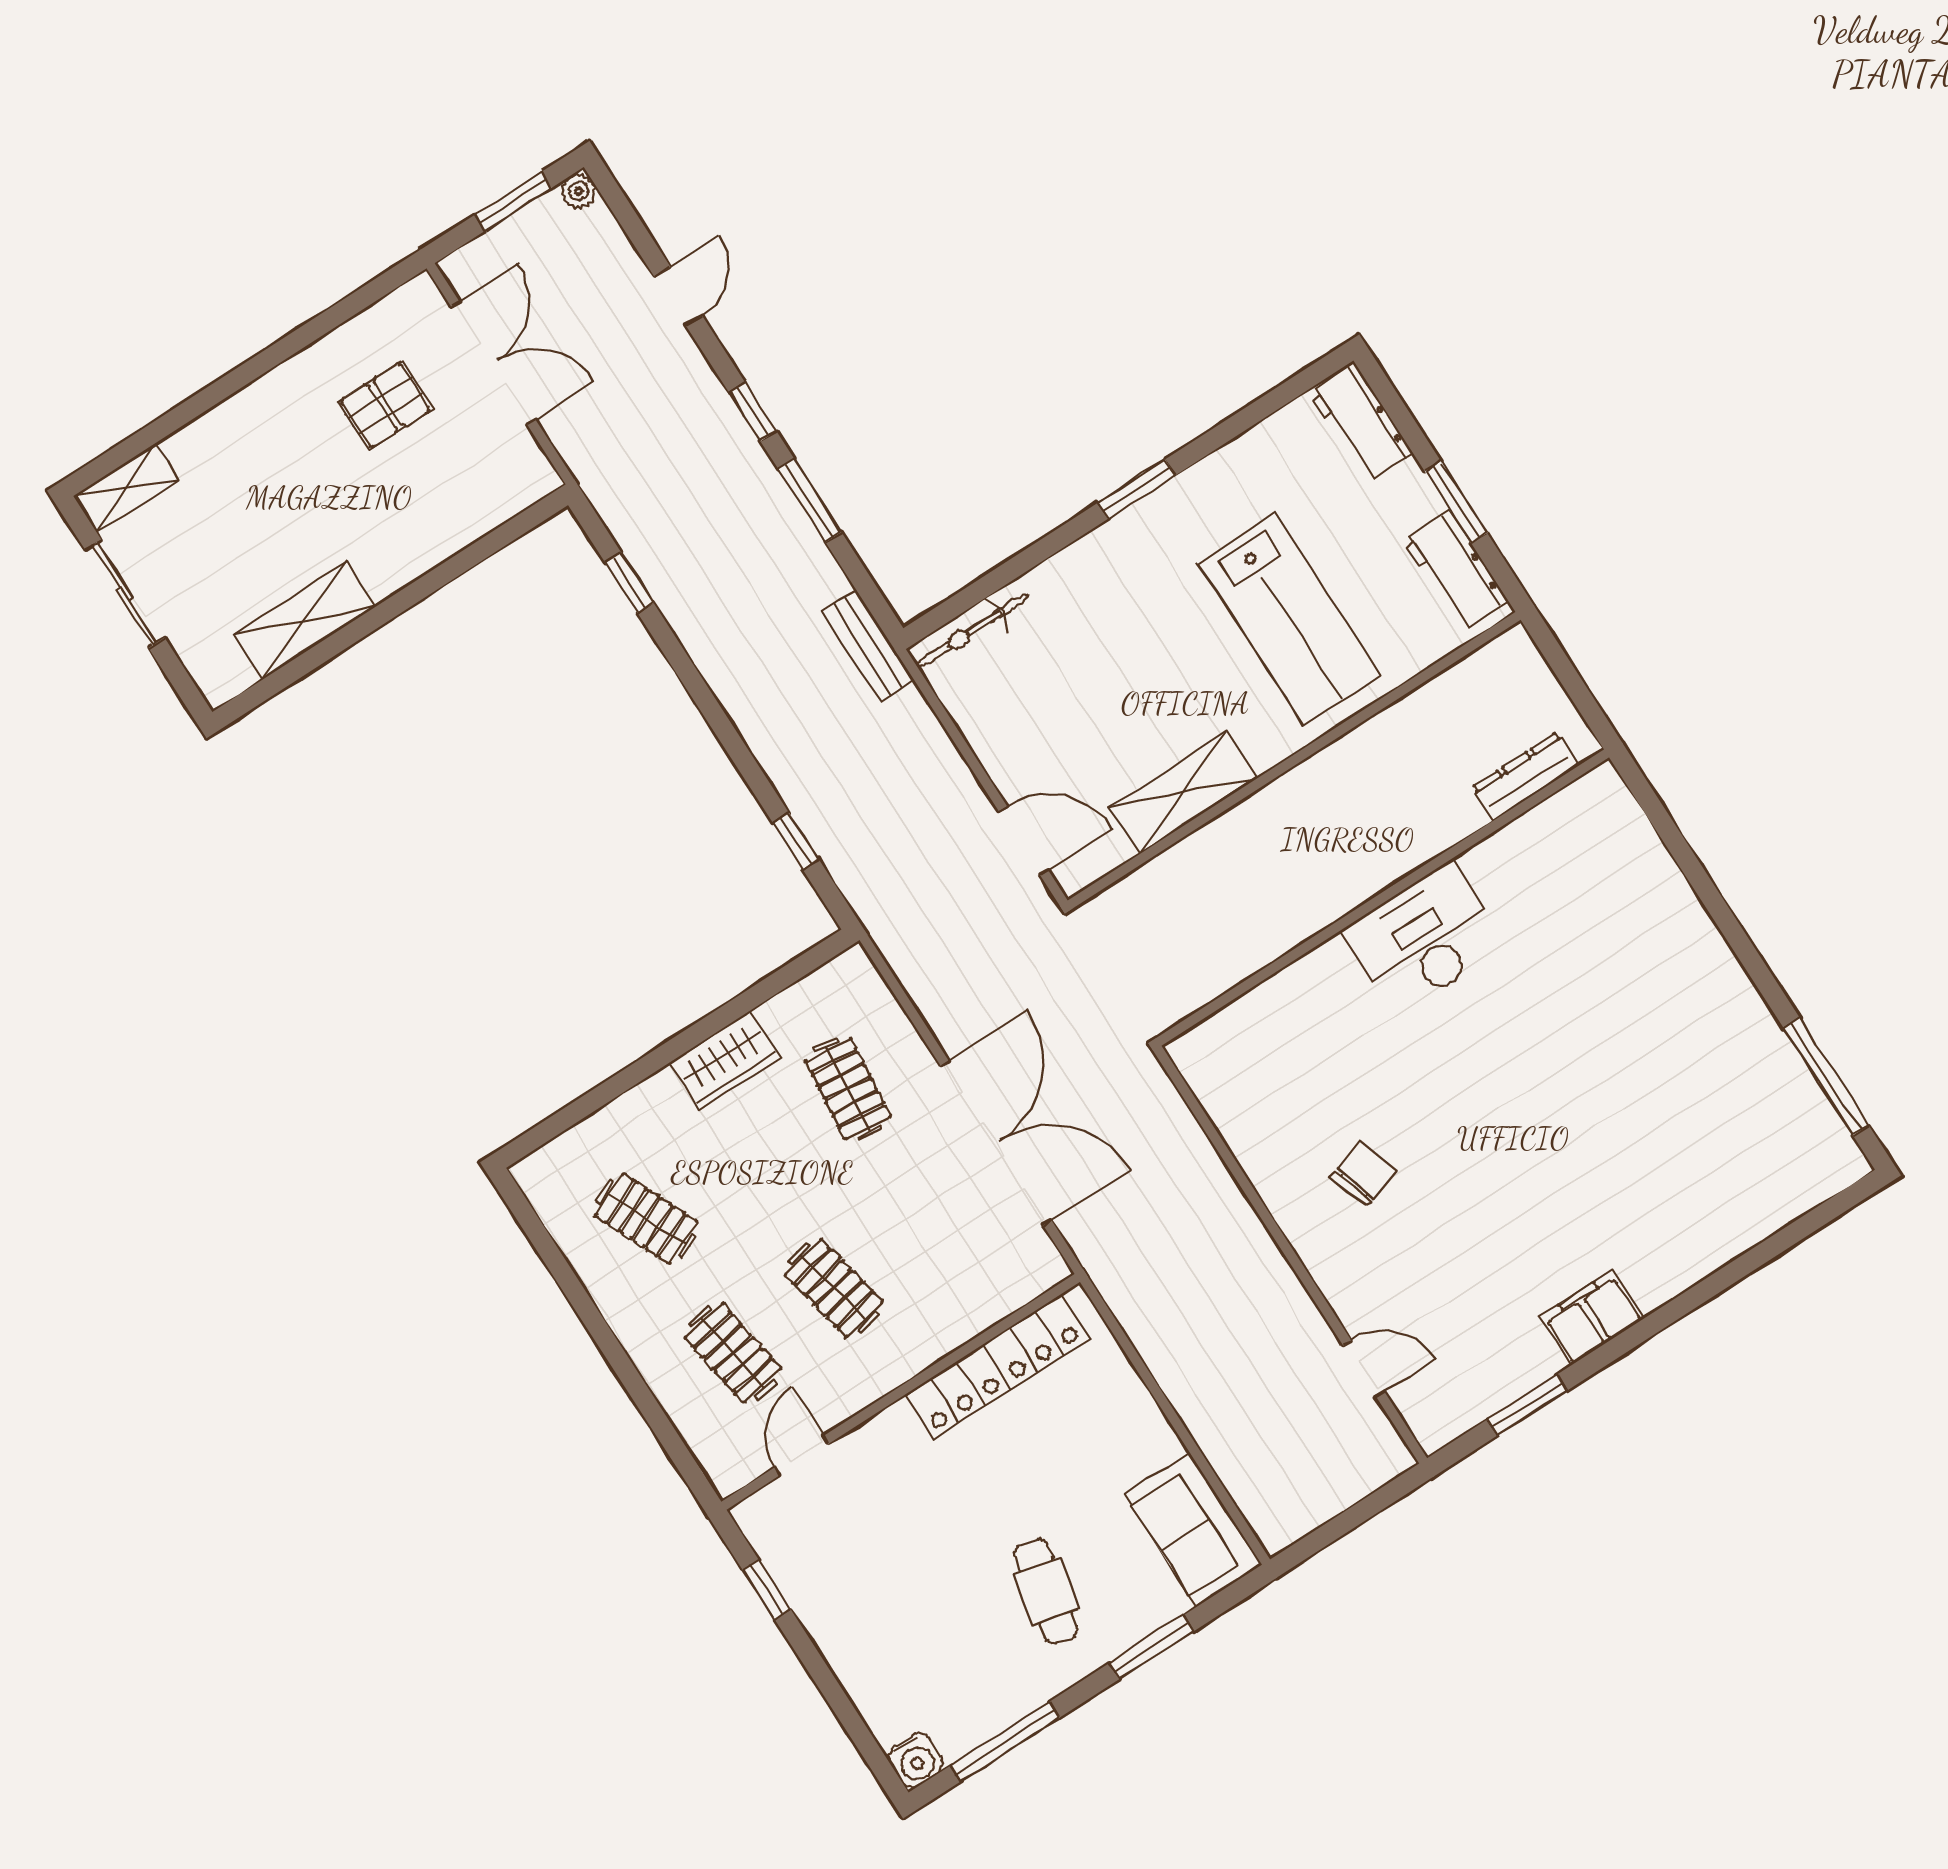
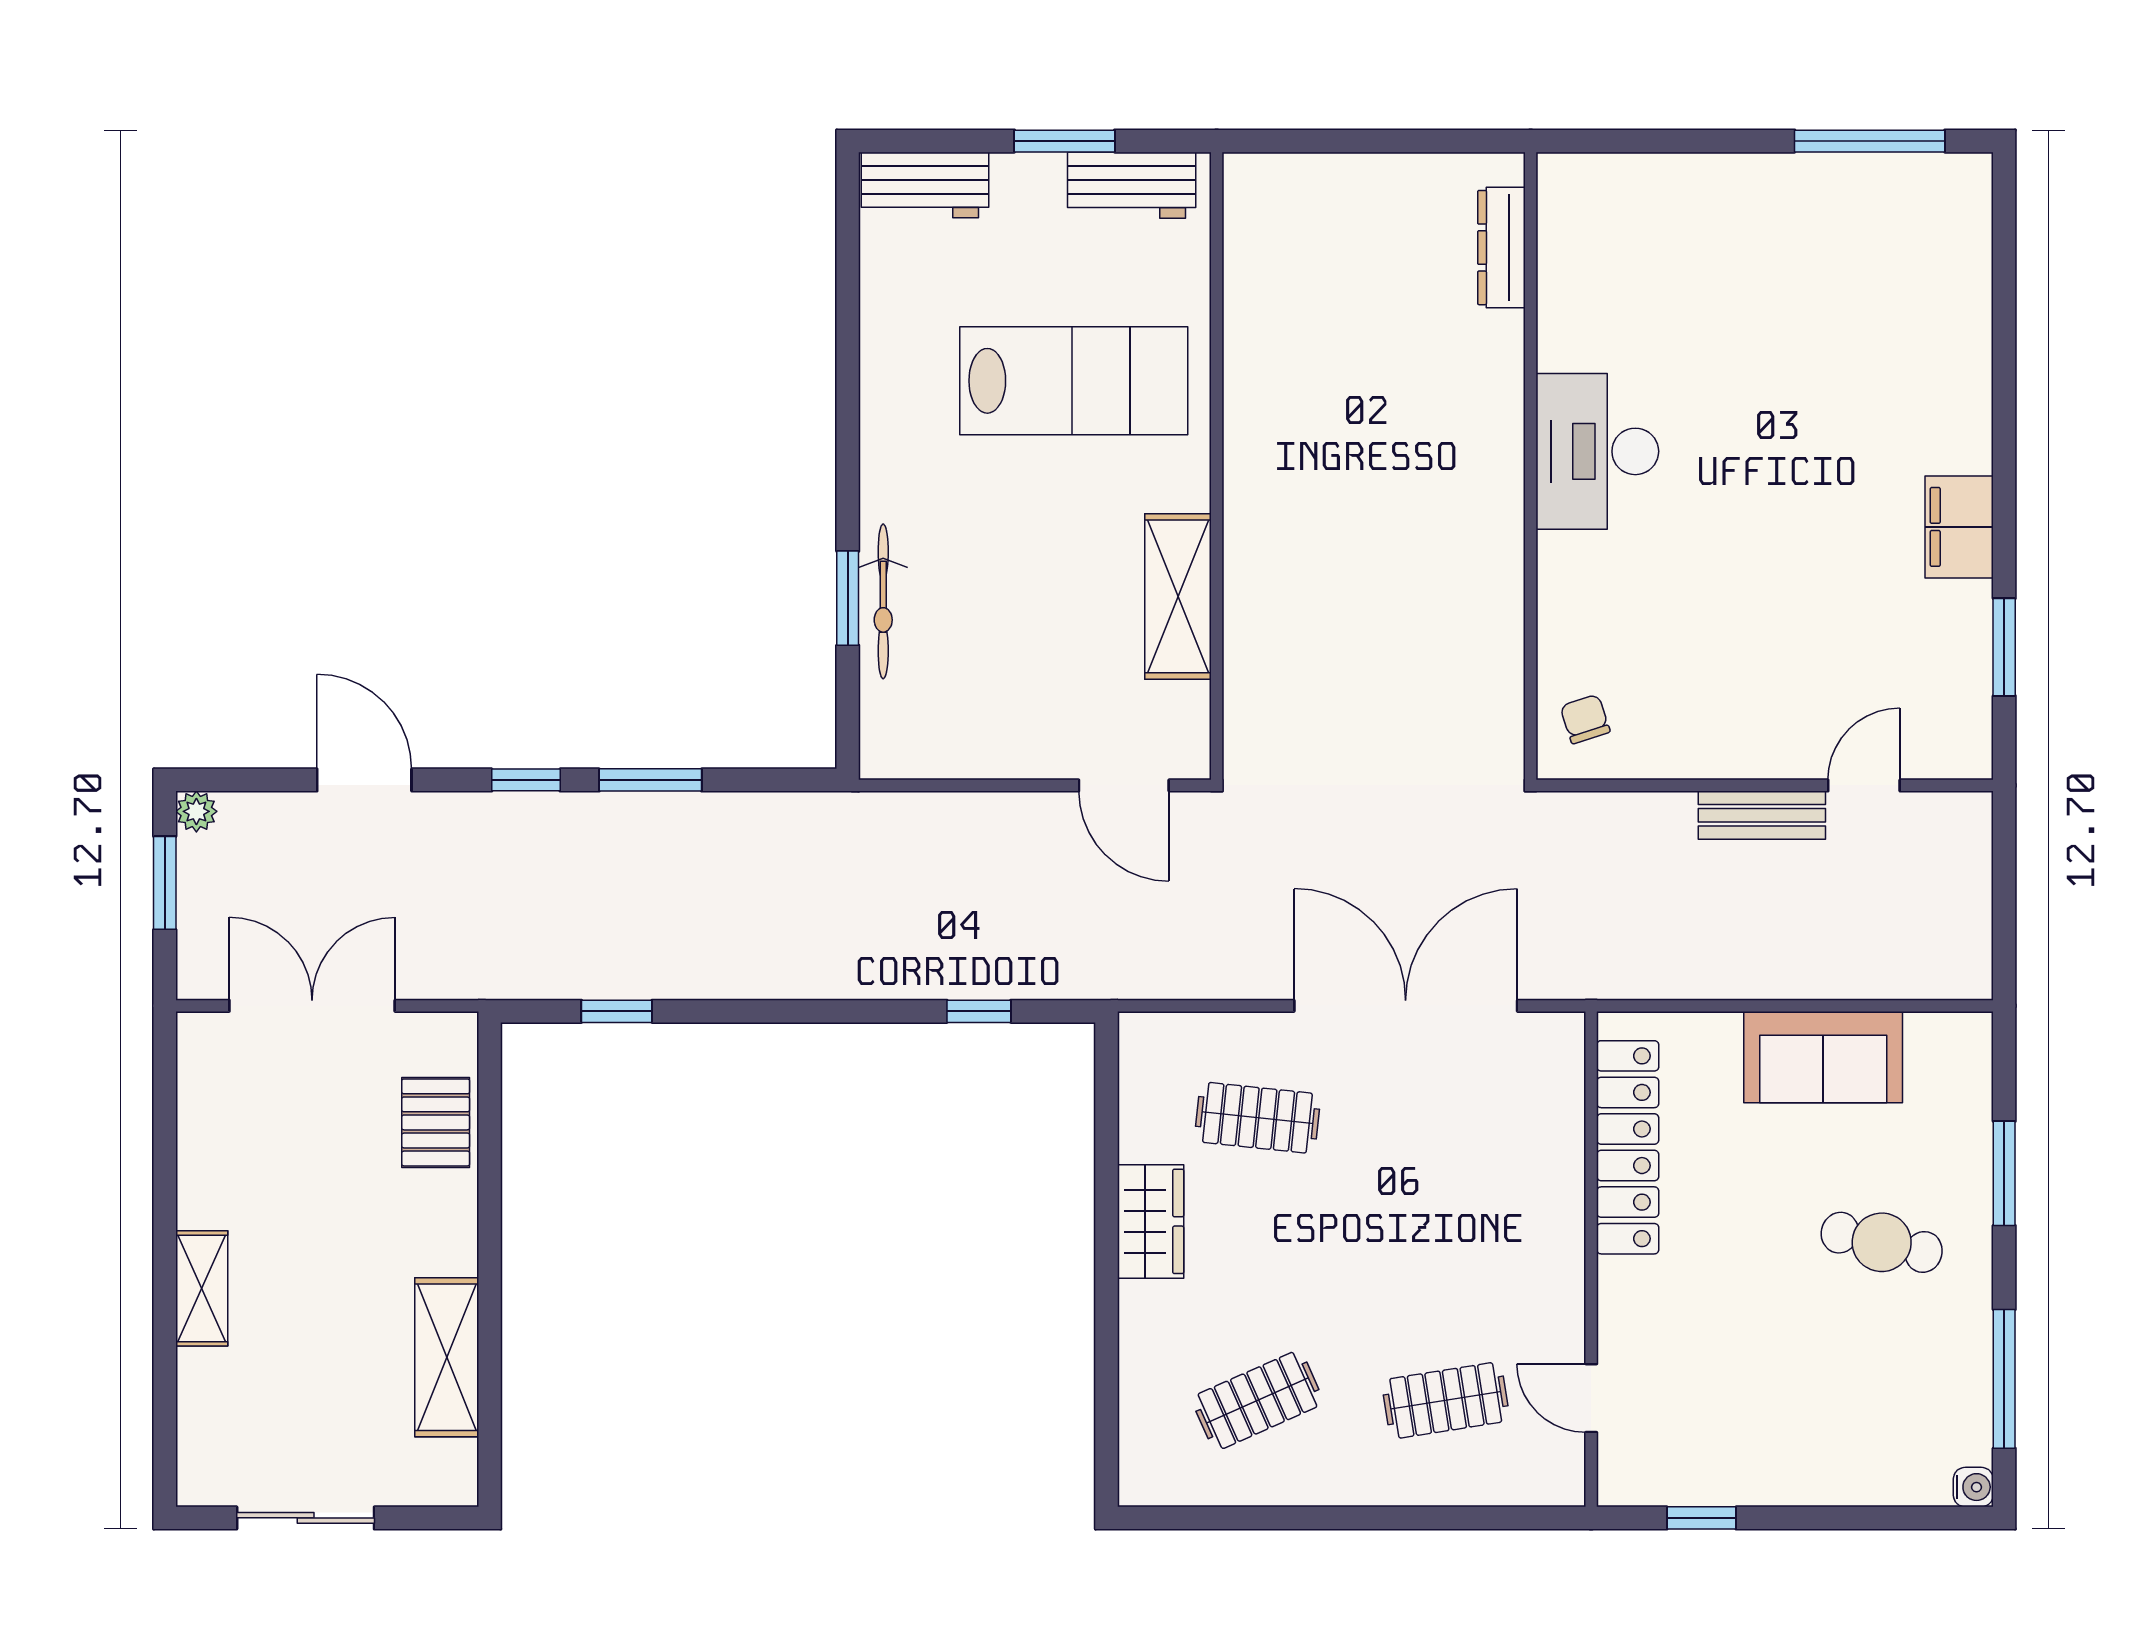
door: (678, 296) -> (364, 780), width x1.38
pallet: (385, 405) -> (436, 1122), moved
shelving: (126, 488) -> (202, 1288), moved
window: (1137, 489) -> (848, 598), moved
bicycle: (972, 631) -> (883, 601), moved
bench: (868, 646) -> (1762, 815), moved
dresser: (1525, 776) -> (1501, 248), moved
door: (1024, 841) -> (1124, 785), swing flipped
wall: (1383, 898) -> (1531, 466), moved
desk: (1424, 938) -> (1597, 451), moved
chair: (1363, 1174) -> (1585, 719), moved, width x0.73, depth x0.73
clothes rail: (834, 1288) -> (1446, 1259), removed
sofa: (1193, 1529) -> (1823, 1057), moved
water cooler: (916, 1760) -> (1973, 1487), width x0.72, depth x0.72

